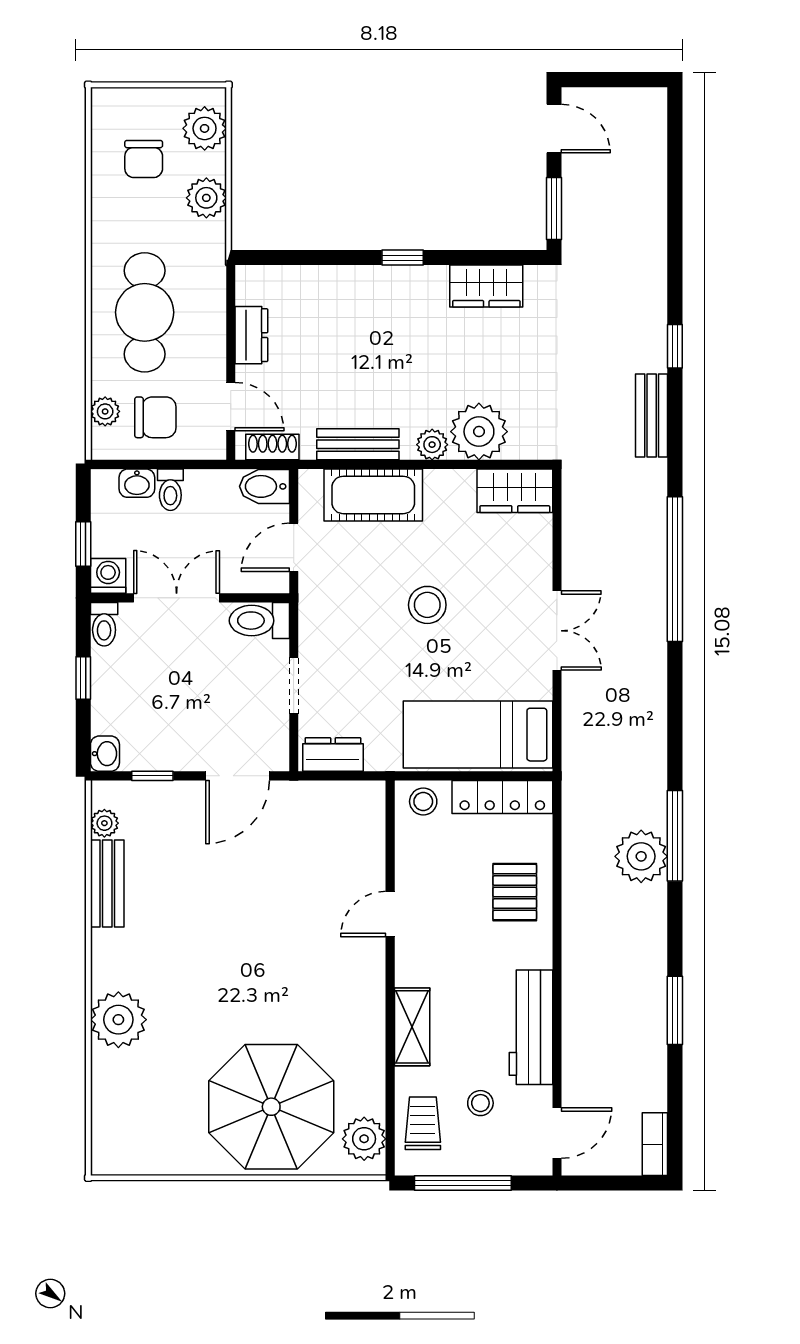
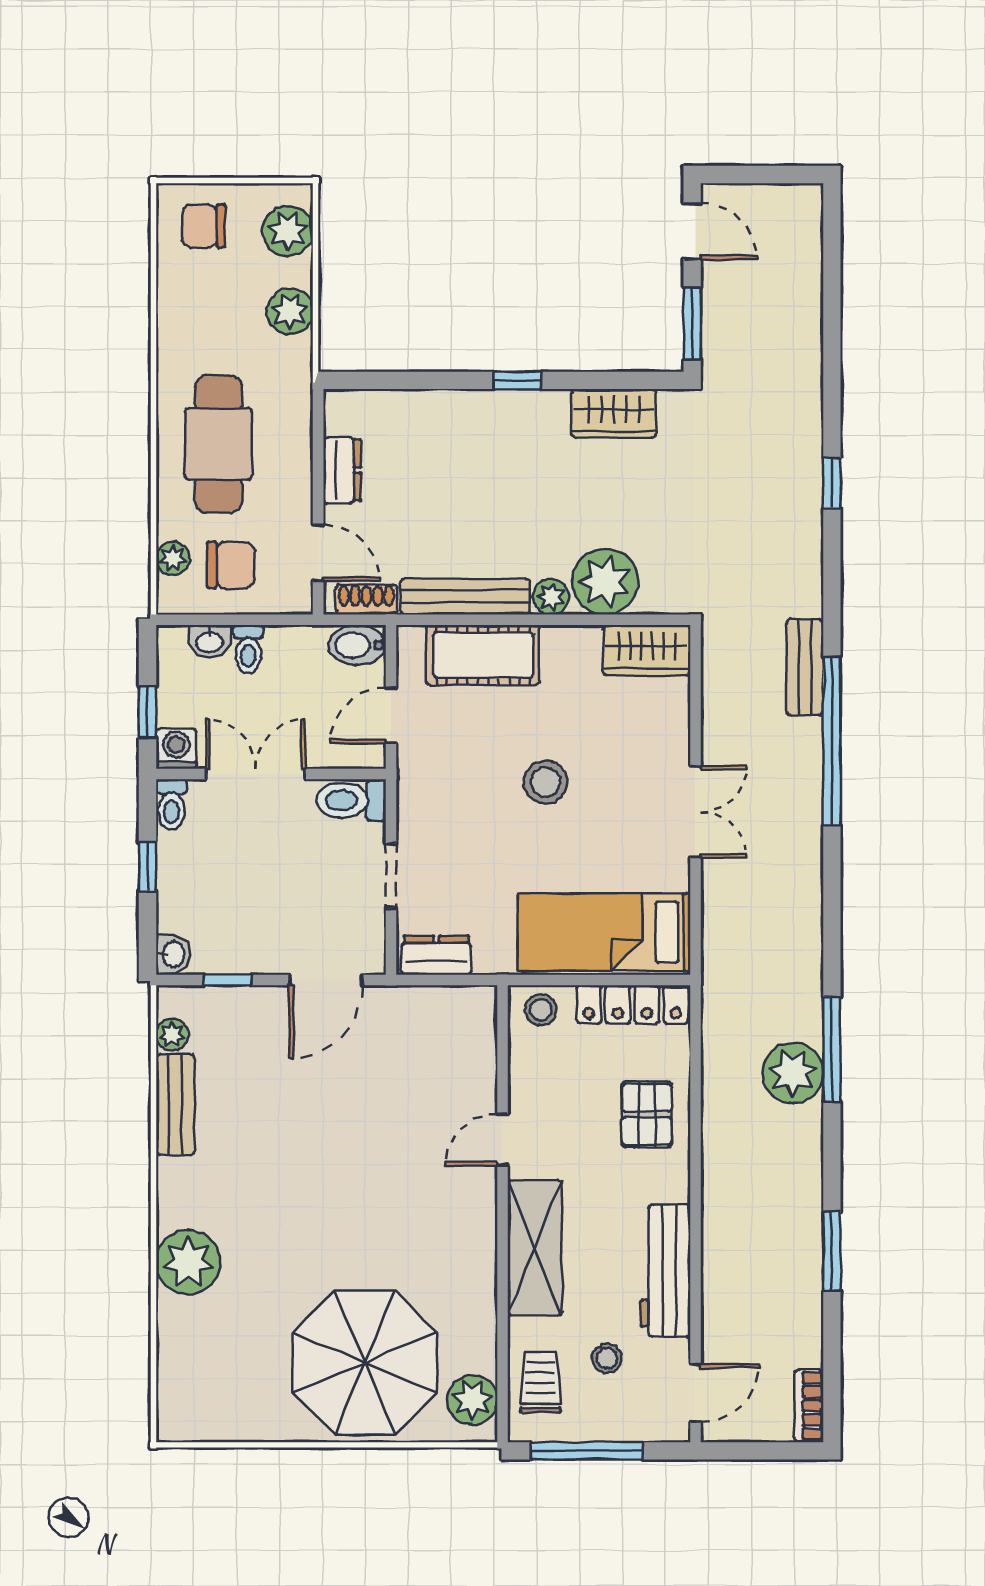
chair: (144, 159) -> (203, 226), moved, turned 90
bench: (652, 415) -> (805, 667), moved
bench: (358, 444) -> (465, 596), width x1.36
shelving: (412, 1027) -> (535, 1248), width x1.50, depth x1.33

